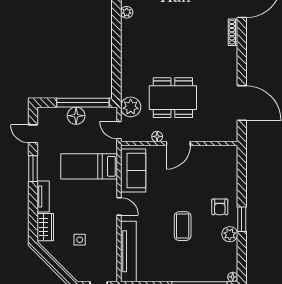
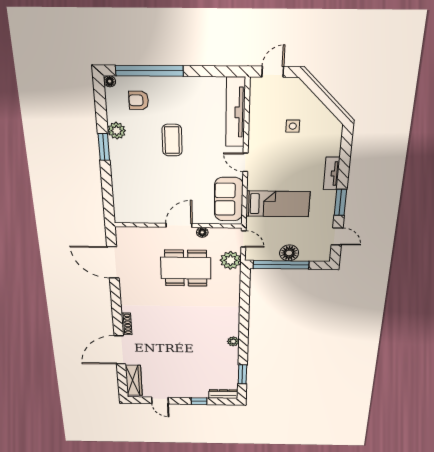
armchair: (220, 207) -> (139, 100), moved, turned -90
wardrobe: (45, 227) -> (332, 141), removed

